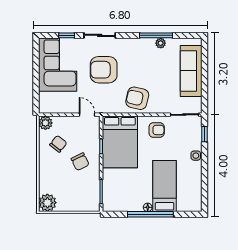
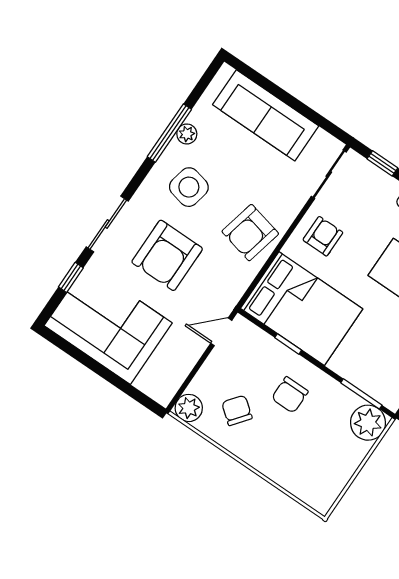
side table: (139, 59) -> (189, 187), added
chair: (80, 162) -> (290, 395), turned 116
plant: (47, 203) -> (368, 423), moved

